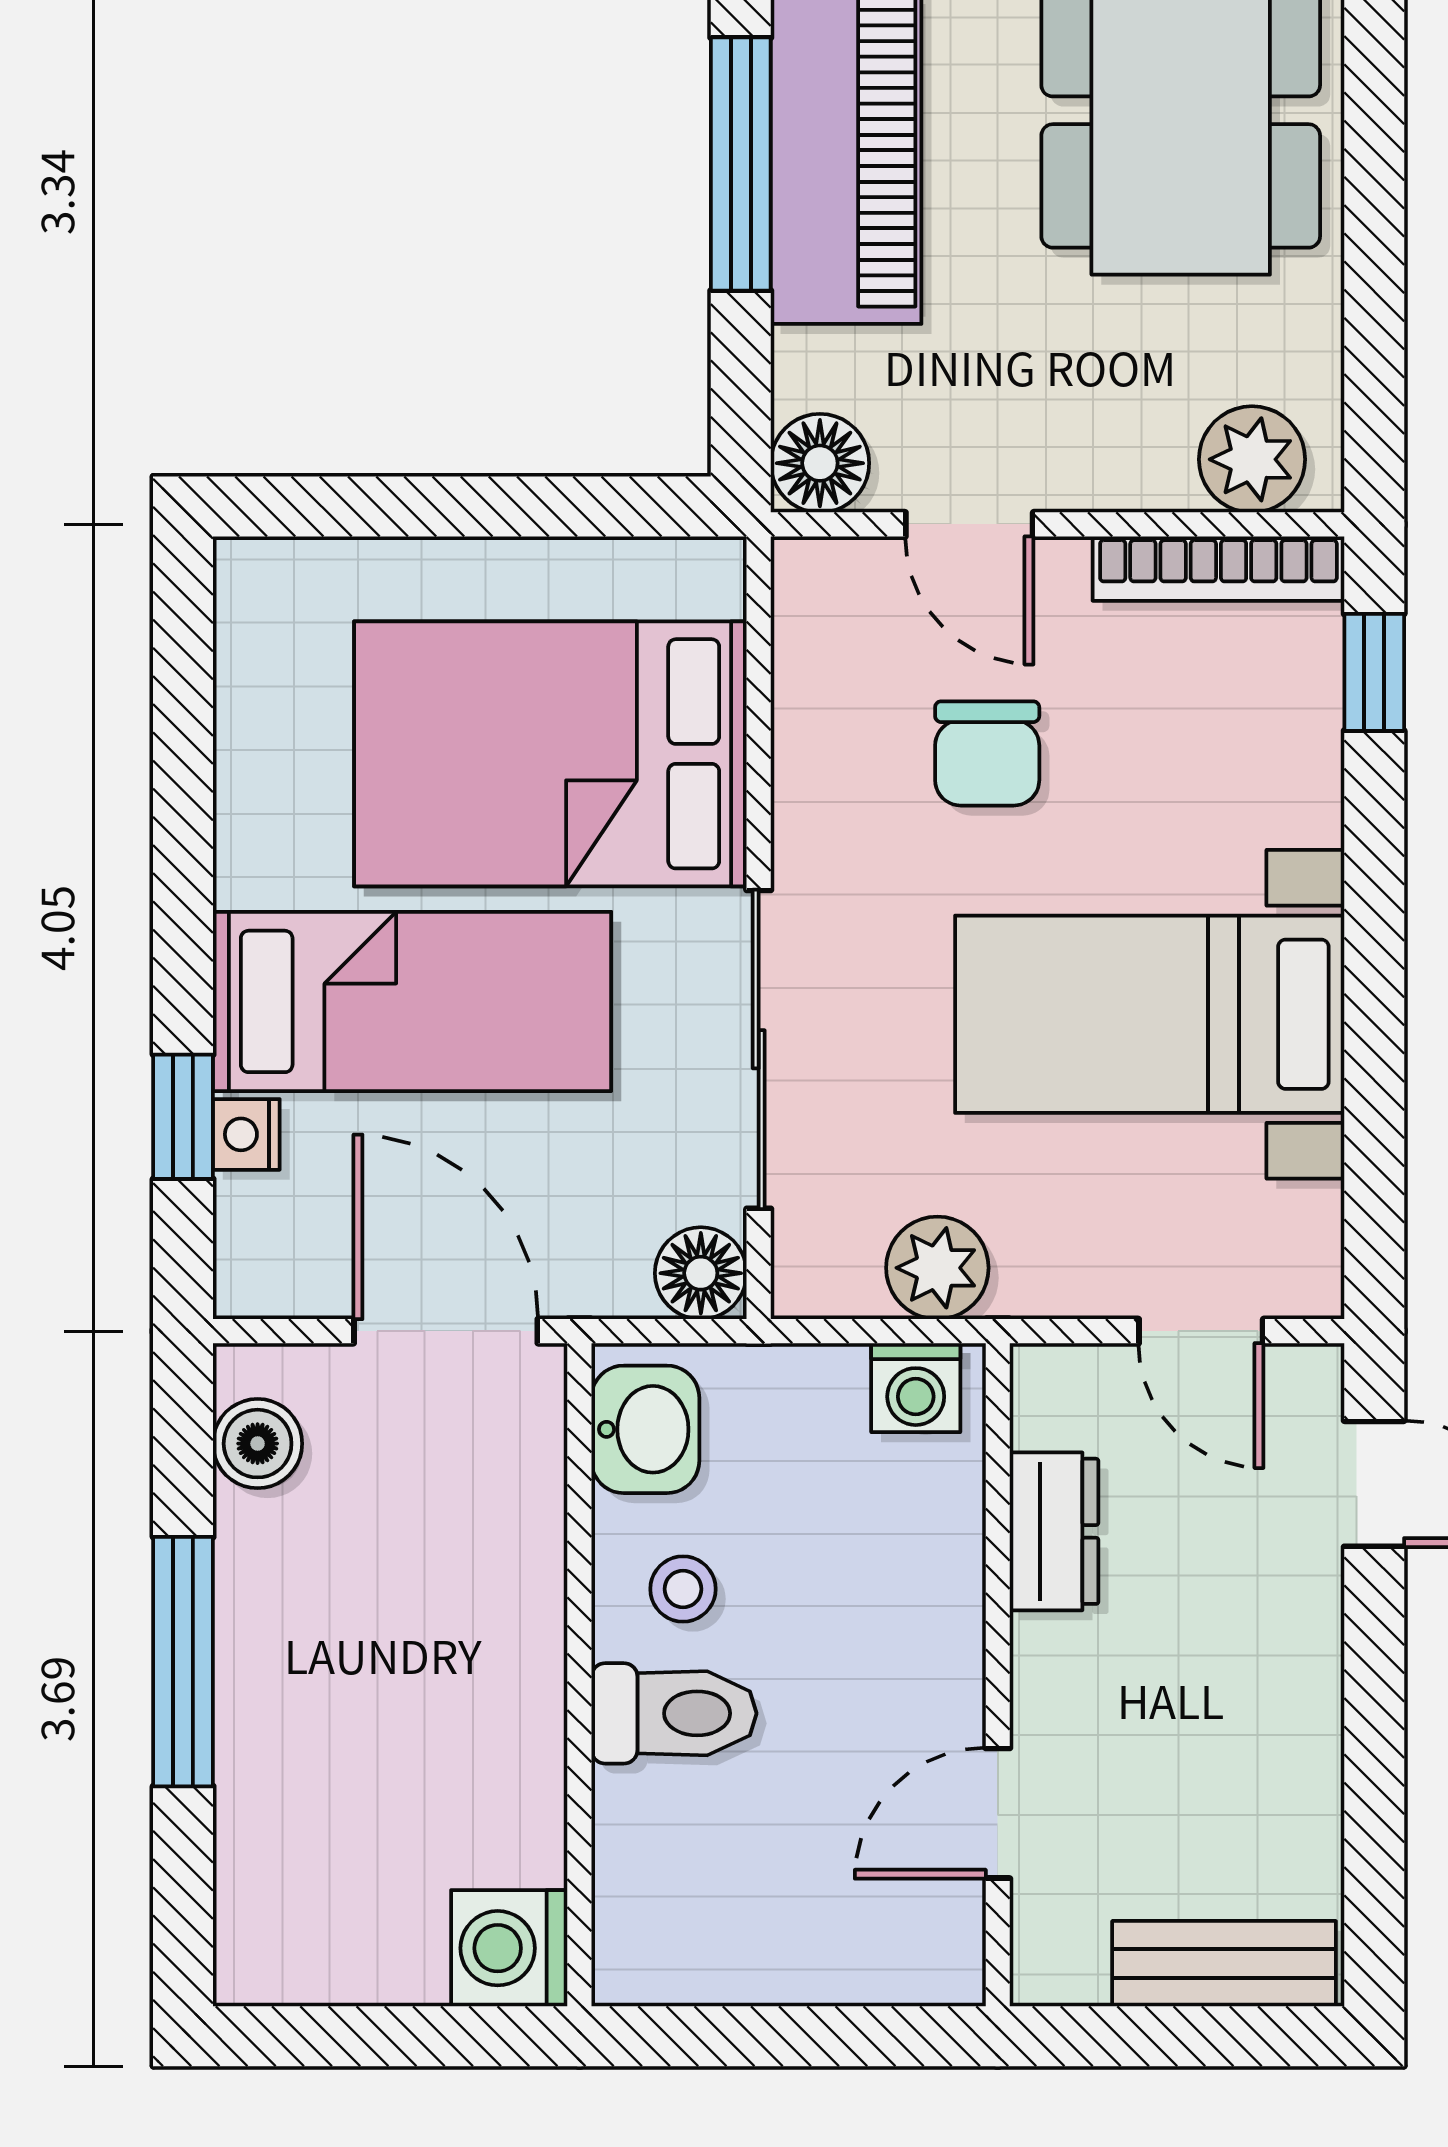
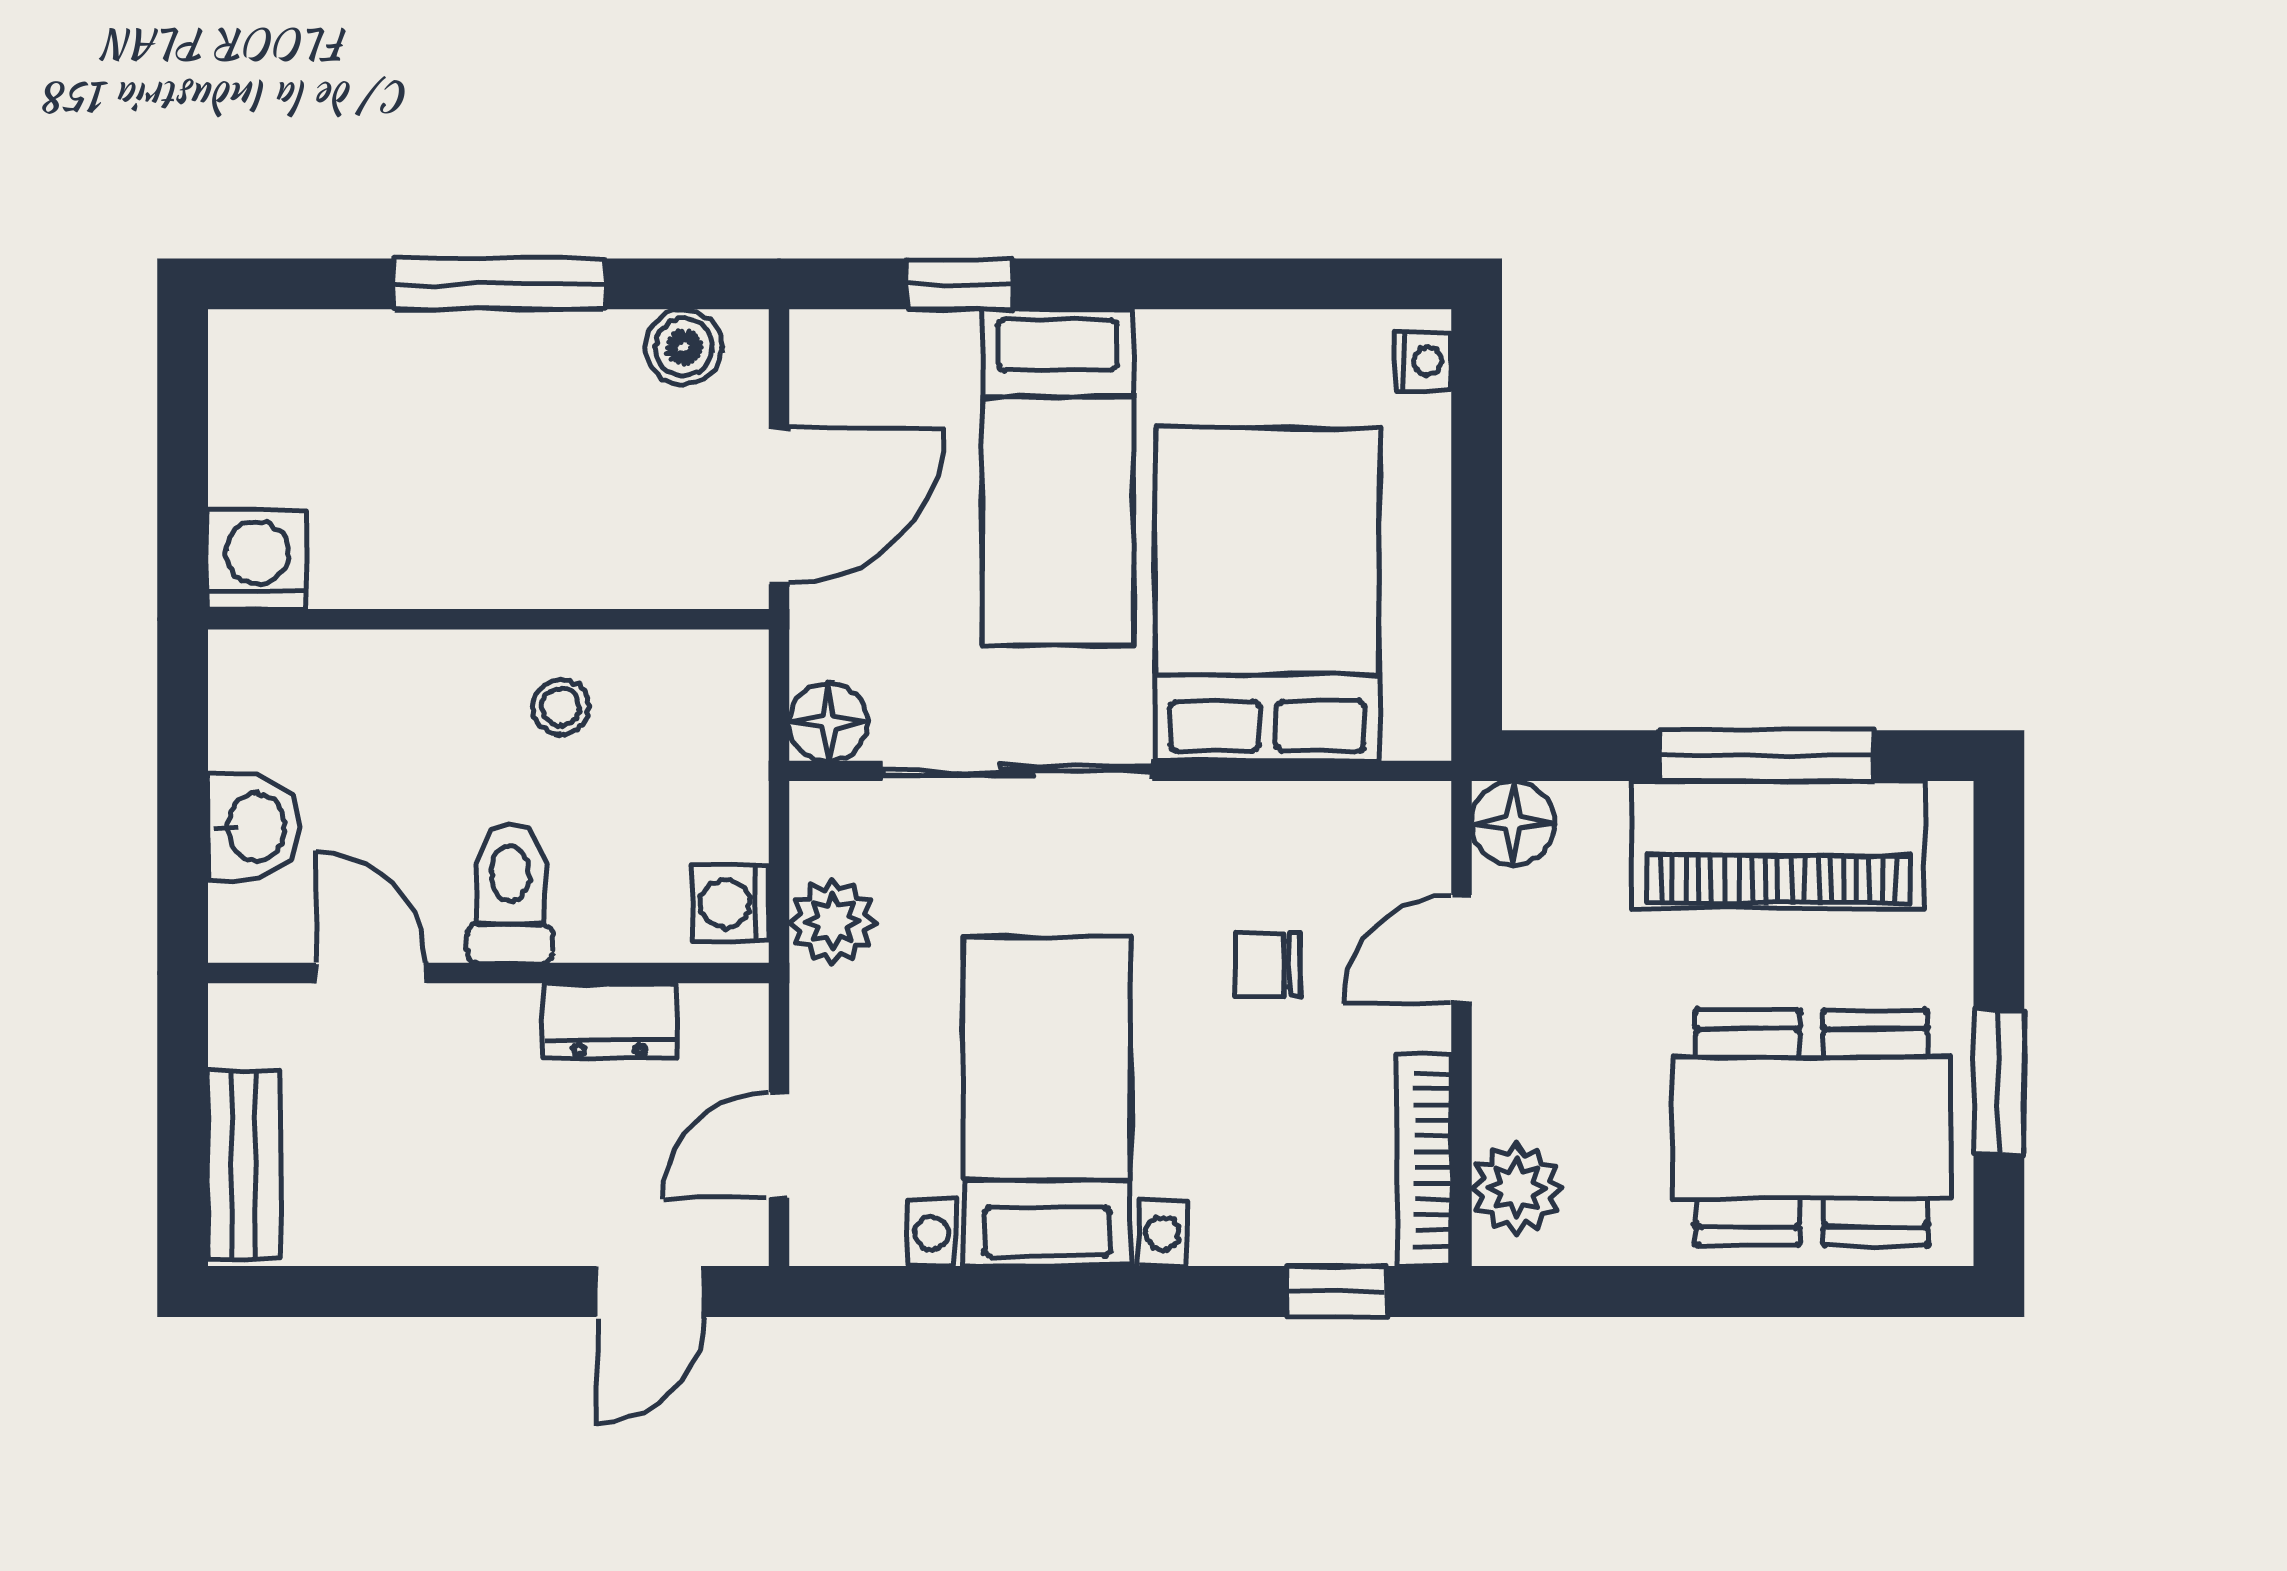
chair: (987, 753) -> (1268, 964), width x0.73, depth x0.73
nightstand: (246, 1134) -> (1423, 361), moved, turned 90
washbasin: (645, 1429) -> (254, 827), moved, turned -90
toilet: (674, 1713) -> (510, 893), moved, turned 180

